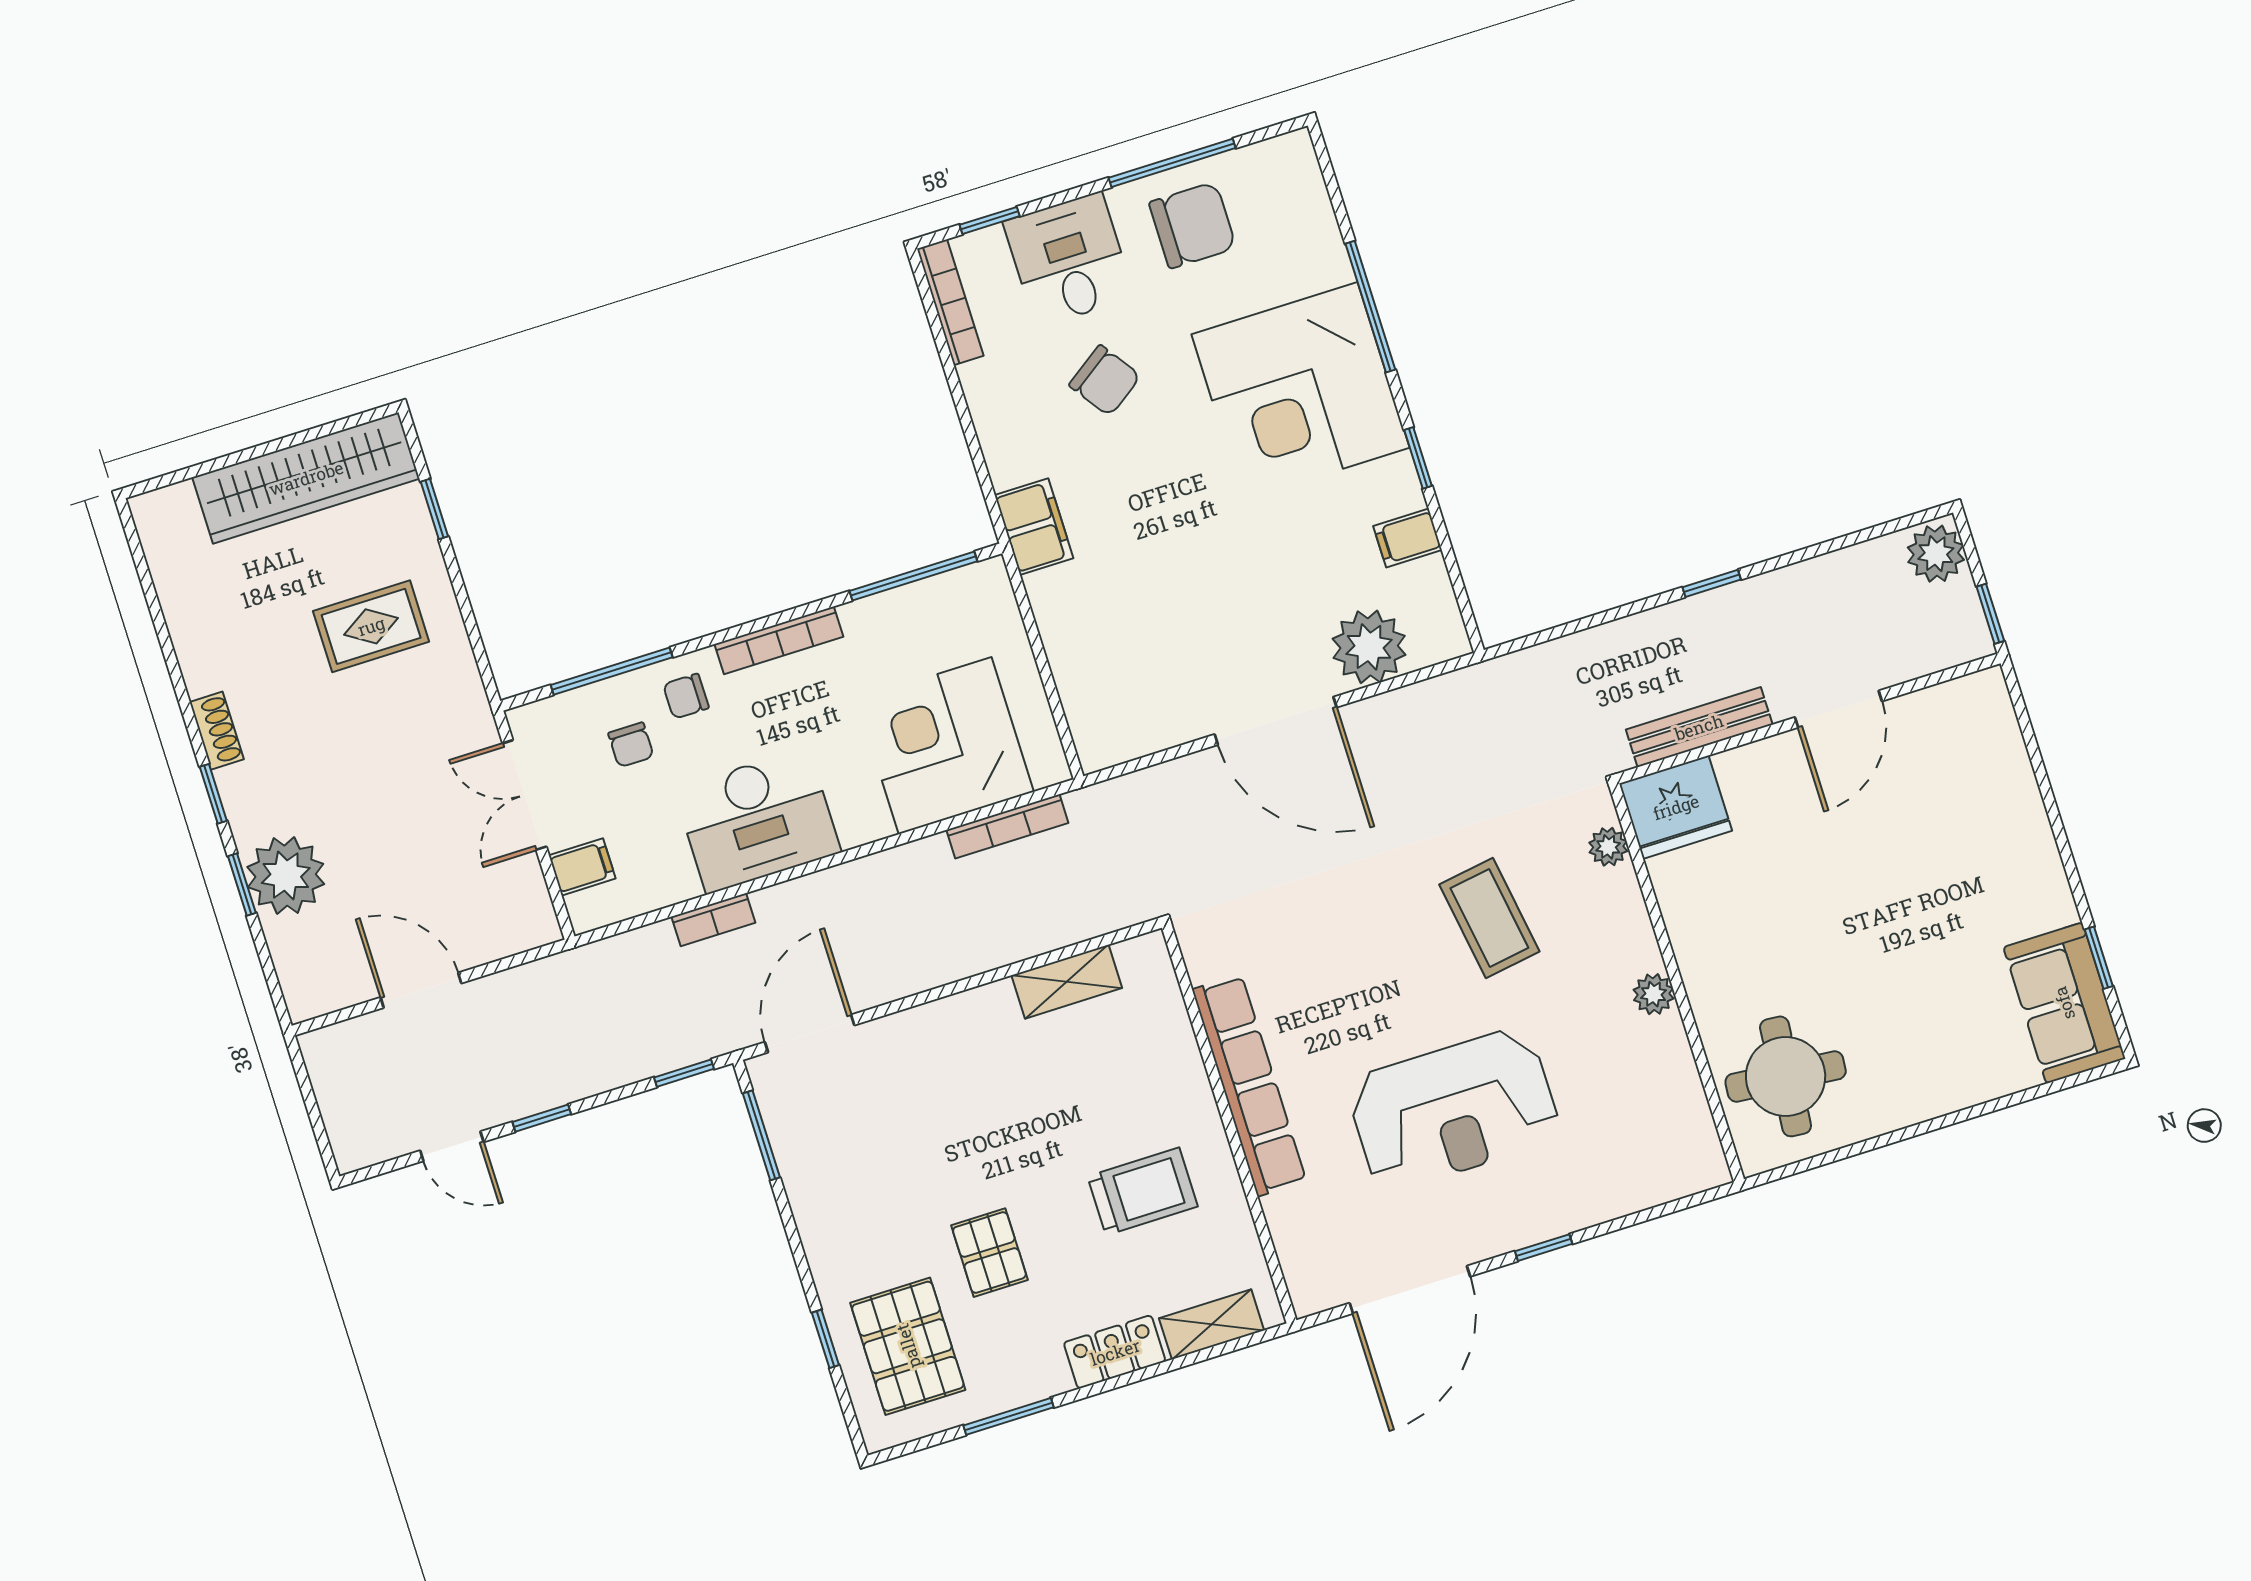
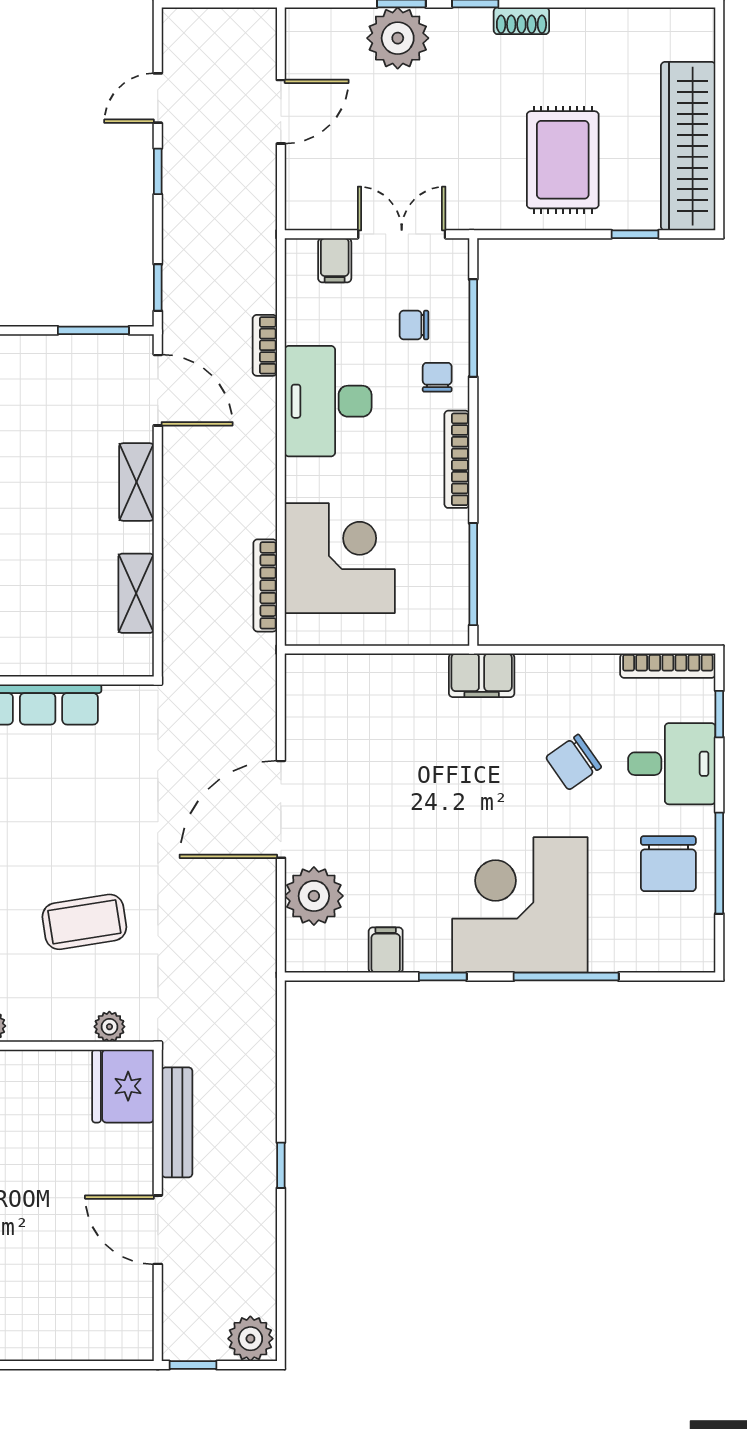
rug: (371, 626) -> (563, 160), width x1.36, depth x1.43
shelving: (930, 1024) -> (136, 482), added

